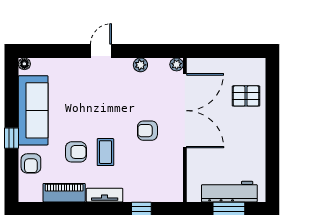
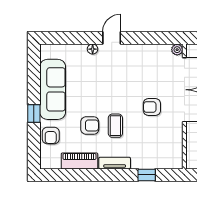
floor lamp: (24, 64) -> (93, 49), moved
plant: (140, 65) -> (146, 50), removed

